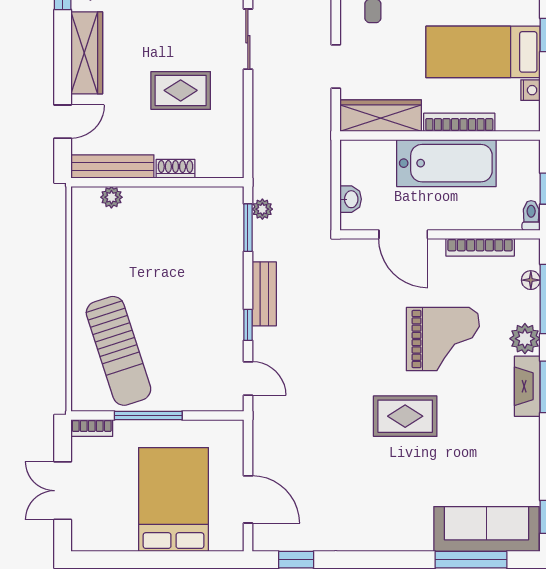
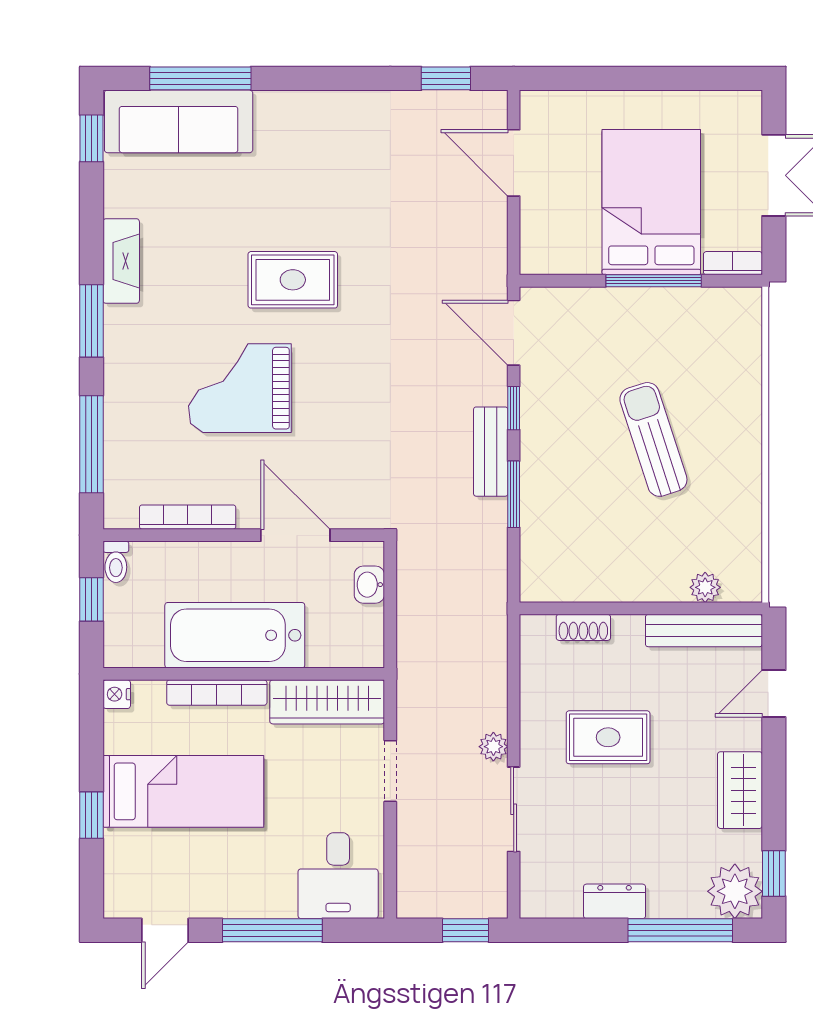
wardrobe: (87, 53) -> (740, 790), width x0.67
nightstand: (531, 90) -> (117, 694), moved
shoe rack: (175, 169) -> (583, 627), moved
plant: (262, 209) -> (493, 747), moved
window: (248, 228) -> (514, 494), moved
floor lamp: (531, 280) -> (116, 471), removed
plant: (525, 339) -> (124, 389), removed
sun lounger: (118, 351) -> (653, 439), moved, width x0.73, depth x0.75
door: (248, 378) -> (514, 333), width x1.38
fireplace: (527, 386) -> (121, 261), moved
bed: (174, 500) -> (651, 202), moved, turned 180

